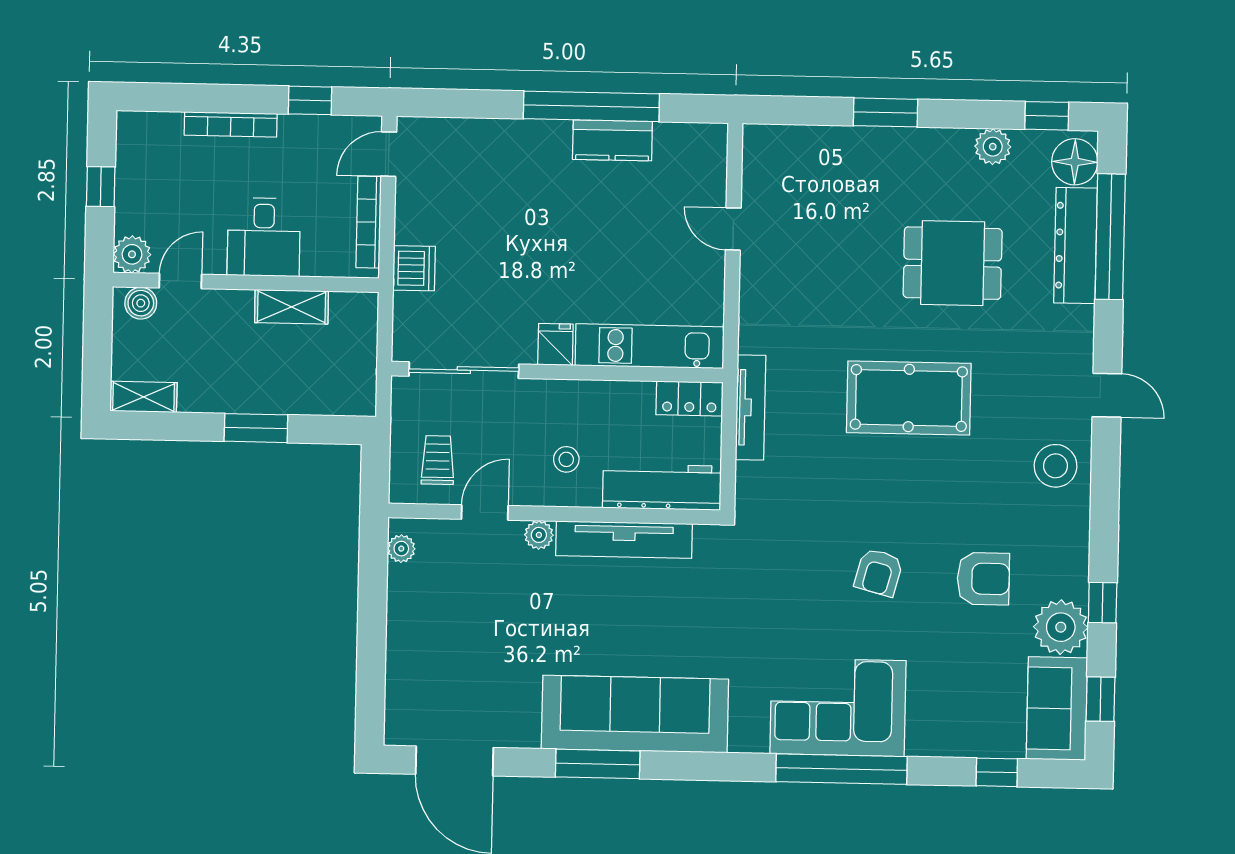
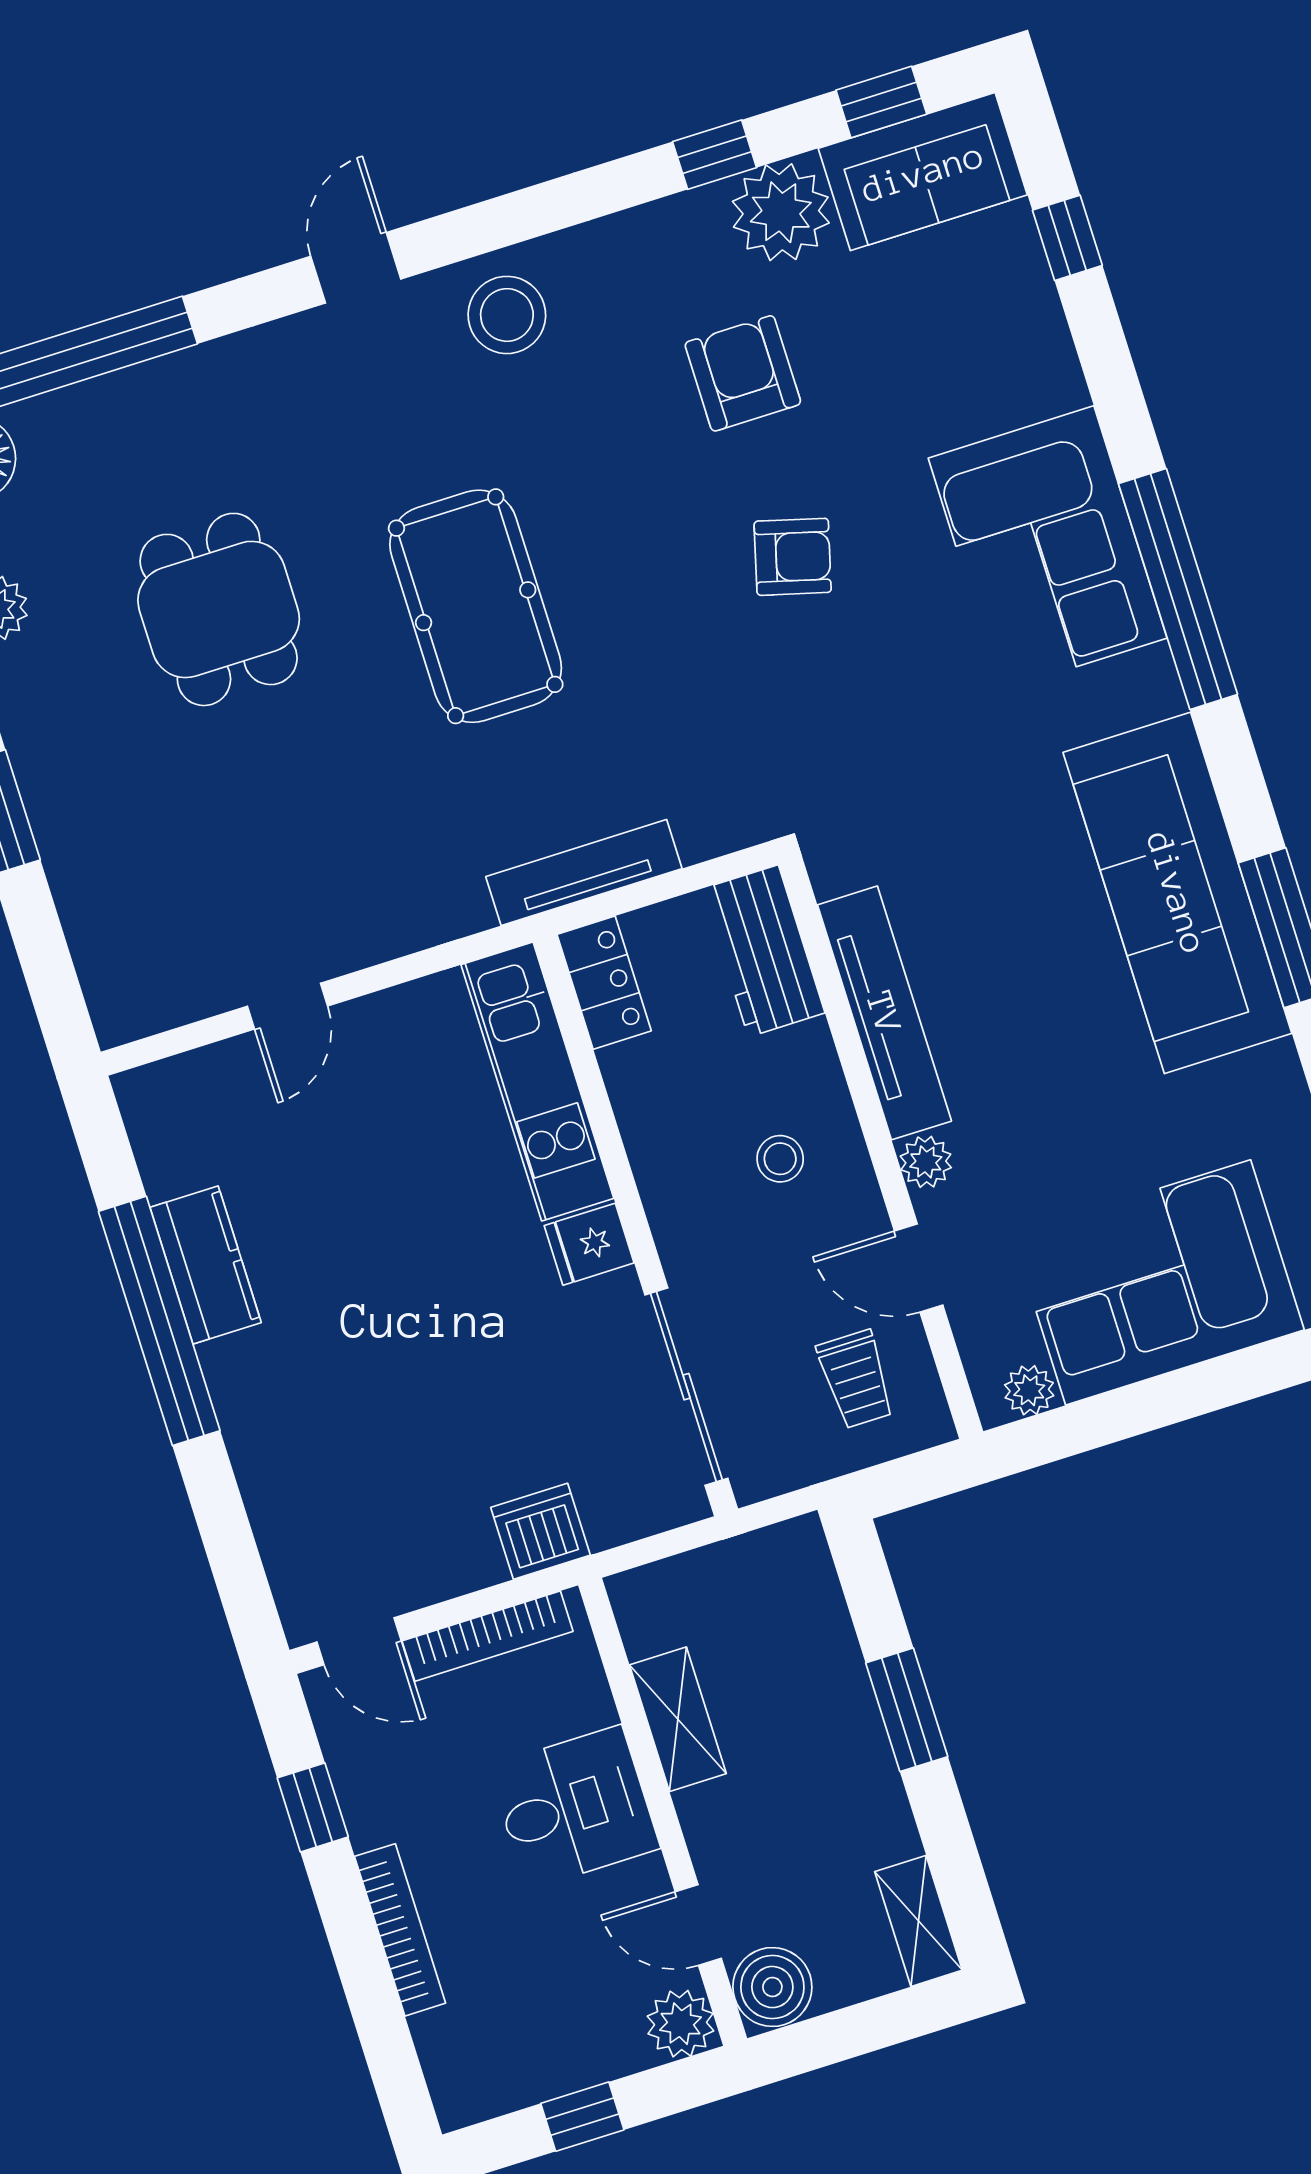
dresser: (1076, 246) -> (117, 409), removed
boiler: (141, 303) -> (772, 1987), width x1.36, depth x1.36
trolley: (438, 460) -> (856, 1379), turned -90
workbench: (662, 487) -> (763, 951), width x0.73
corner sofa: (435, 635) -> (1158, 1282), added
window: (842, 769) -> (1178, 589), moved

